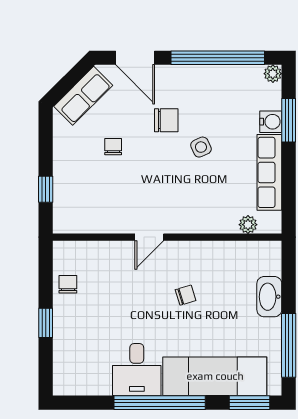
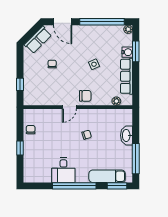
chair: (166, 120) -> (85, 96), moved
exam couch: (215, 376) -> (107, 176), width x0.73, depth x0.69

